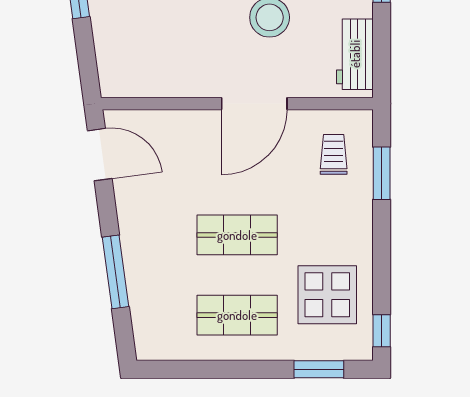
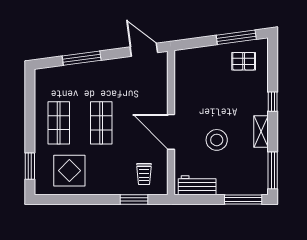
trolley: (334, 154) -> (144, 174), turned 90
door: (100, 155) -> (144, 50), swing flipped
window: (382, 331) -> (50, 199), removed

